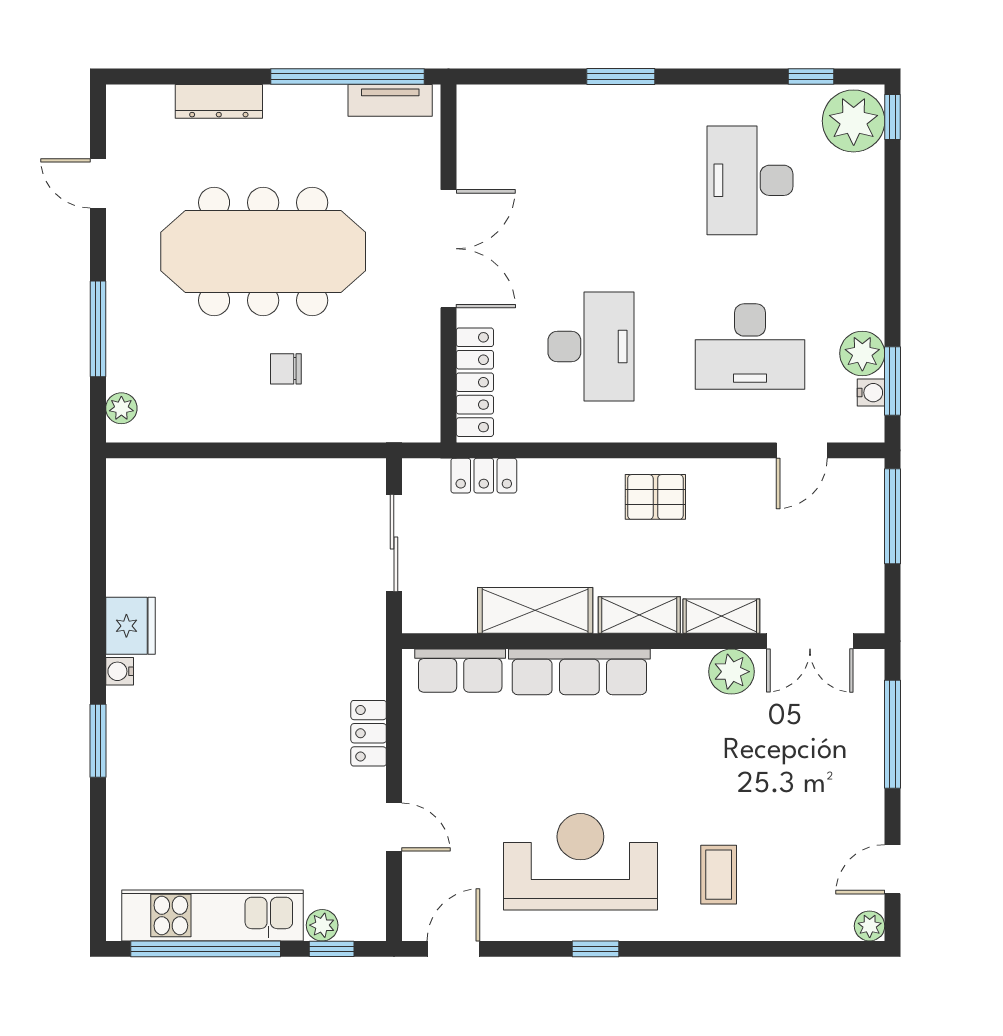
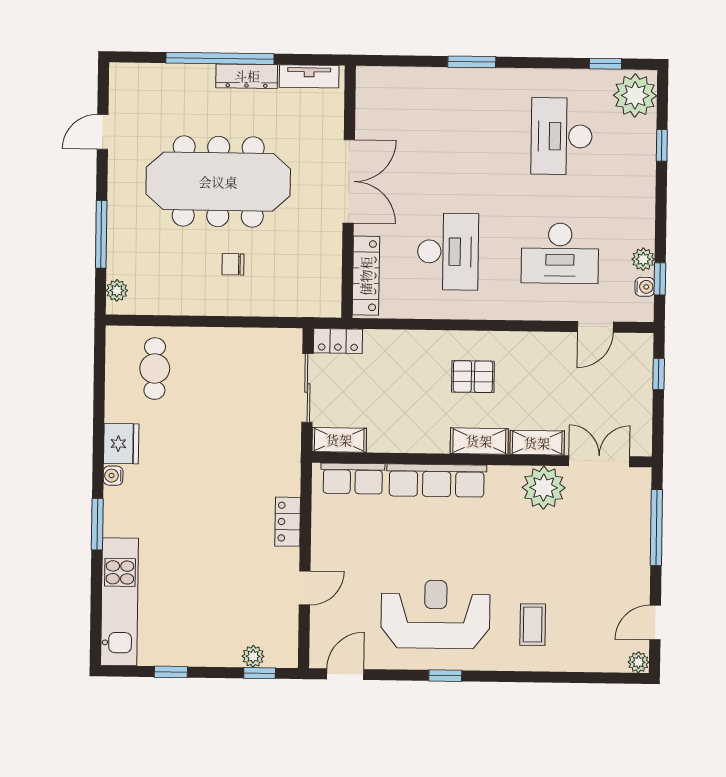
window: (348, 76) -> (220, 58), moved
dresser: (219, 101) -> (247, 76), moved
window: (892, 117) -> (662, 145), moved
door: (98, 183) -> (103, 132), hinge flipped
plant: (862, 353) -> (643, 259), width x0.73, depth x0.73
window: (892, 381) -> (660, 279), width x0.67
locker: (484, 476) -> (338, 341), moved
pallet: (655, 497) -> (473, 377), moved
window: (892, 516) -> (659, 374), width x0.46
cafe table: (177, 518) -> (155, 369), added
shelving: (535, 610) -> (339, 440), moved, width x0.67, depth x0.75
double door: (810, 641) -> (599, 461), swing flipped
plant: (731, 672) -> (544, 488), width x1.36, depth x1.36
door: (394, 827) -> (305, 588), hinge flipped
kitchen unit: (213, 915) -> (120, 602), moved, turned 90
window: (206, 949) -> (171, 672), width x0.32

